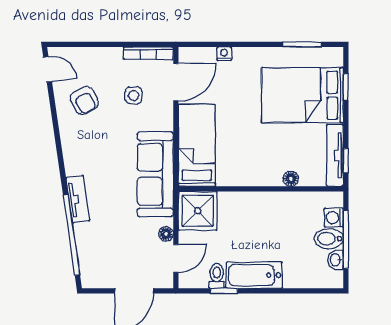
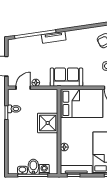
bed: (197, 145) -> (81, 103), width x1.50
sofa: (155, 174) -> (66, 77), width x0.73
shower: (198, 211) -> (48, 123), moved
door: (176, 258) -> (23, 88), swing flipped
bathtub: (254, 275) -> (15, 128), removed

